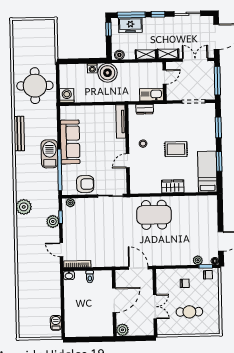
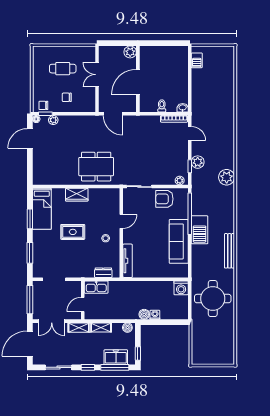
boiler: (108, 73) -> (144, 314), width x0.54, depth x0.54

